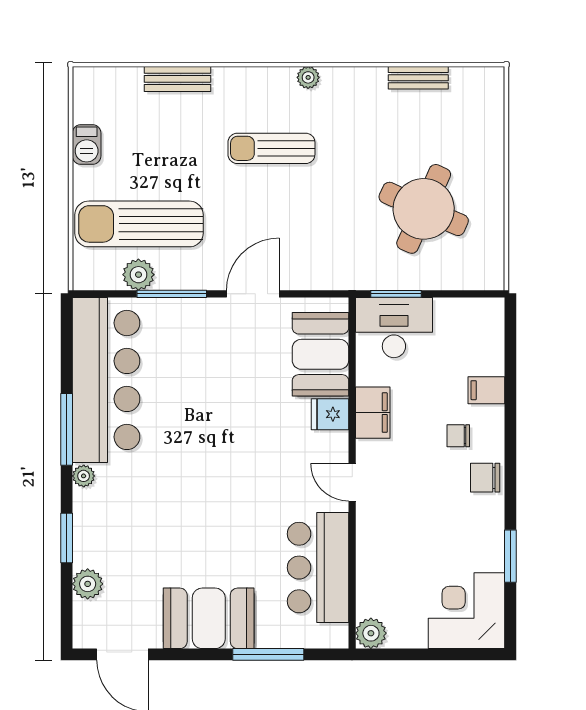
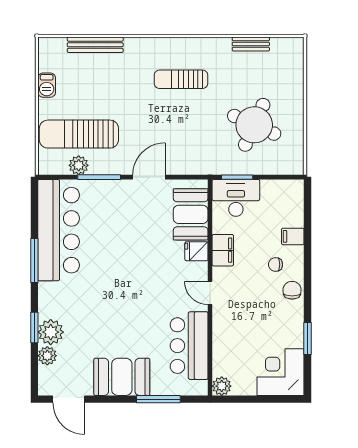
plant: (308, 77) -> (183, 44), removed
bench: (178, 79) -> (95, 45), width x1.36
sun lounger: (271, 148) -> (181, 79), moved
plant: (84, 476) -> (51, 332), moved, width x1.88, depth x1.88
chair: (485, 478) -> (292, 290), turned 90

